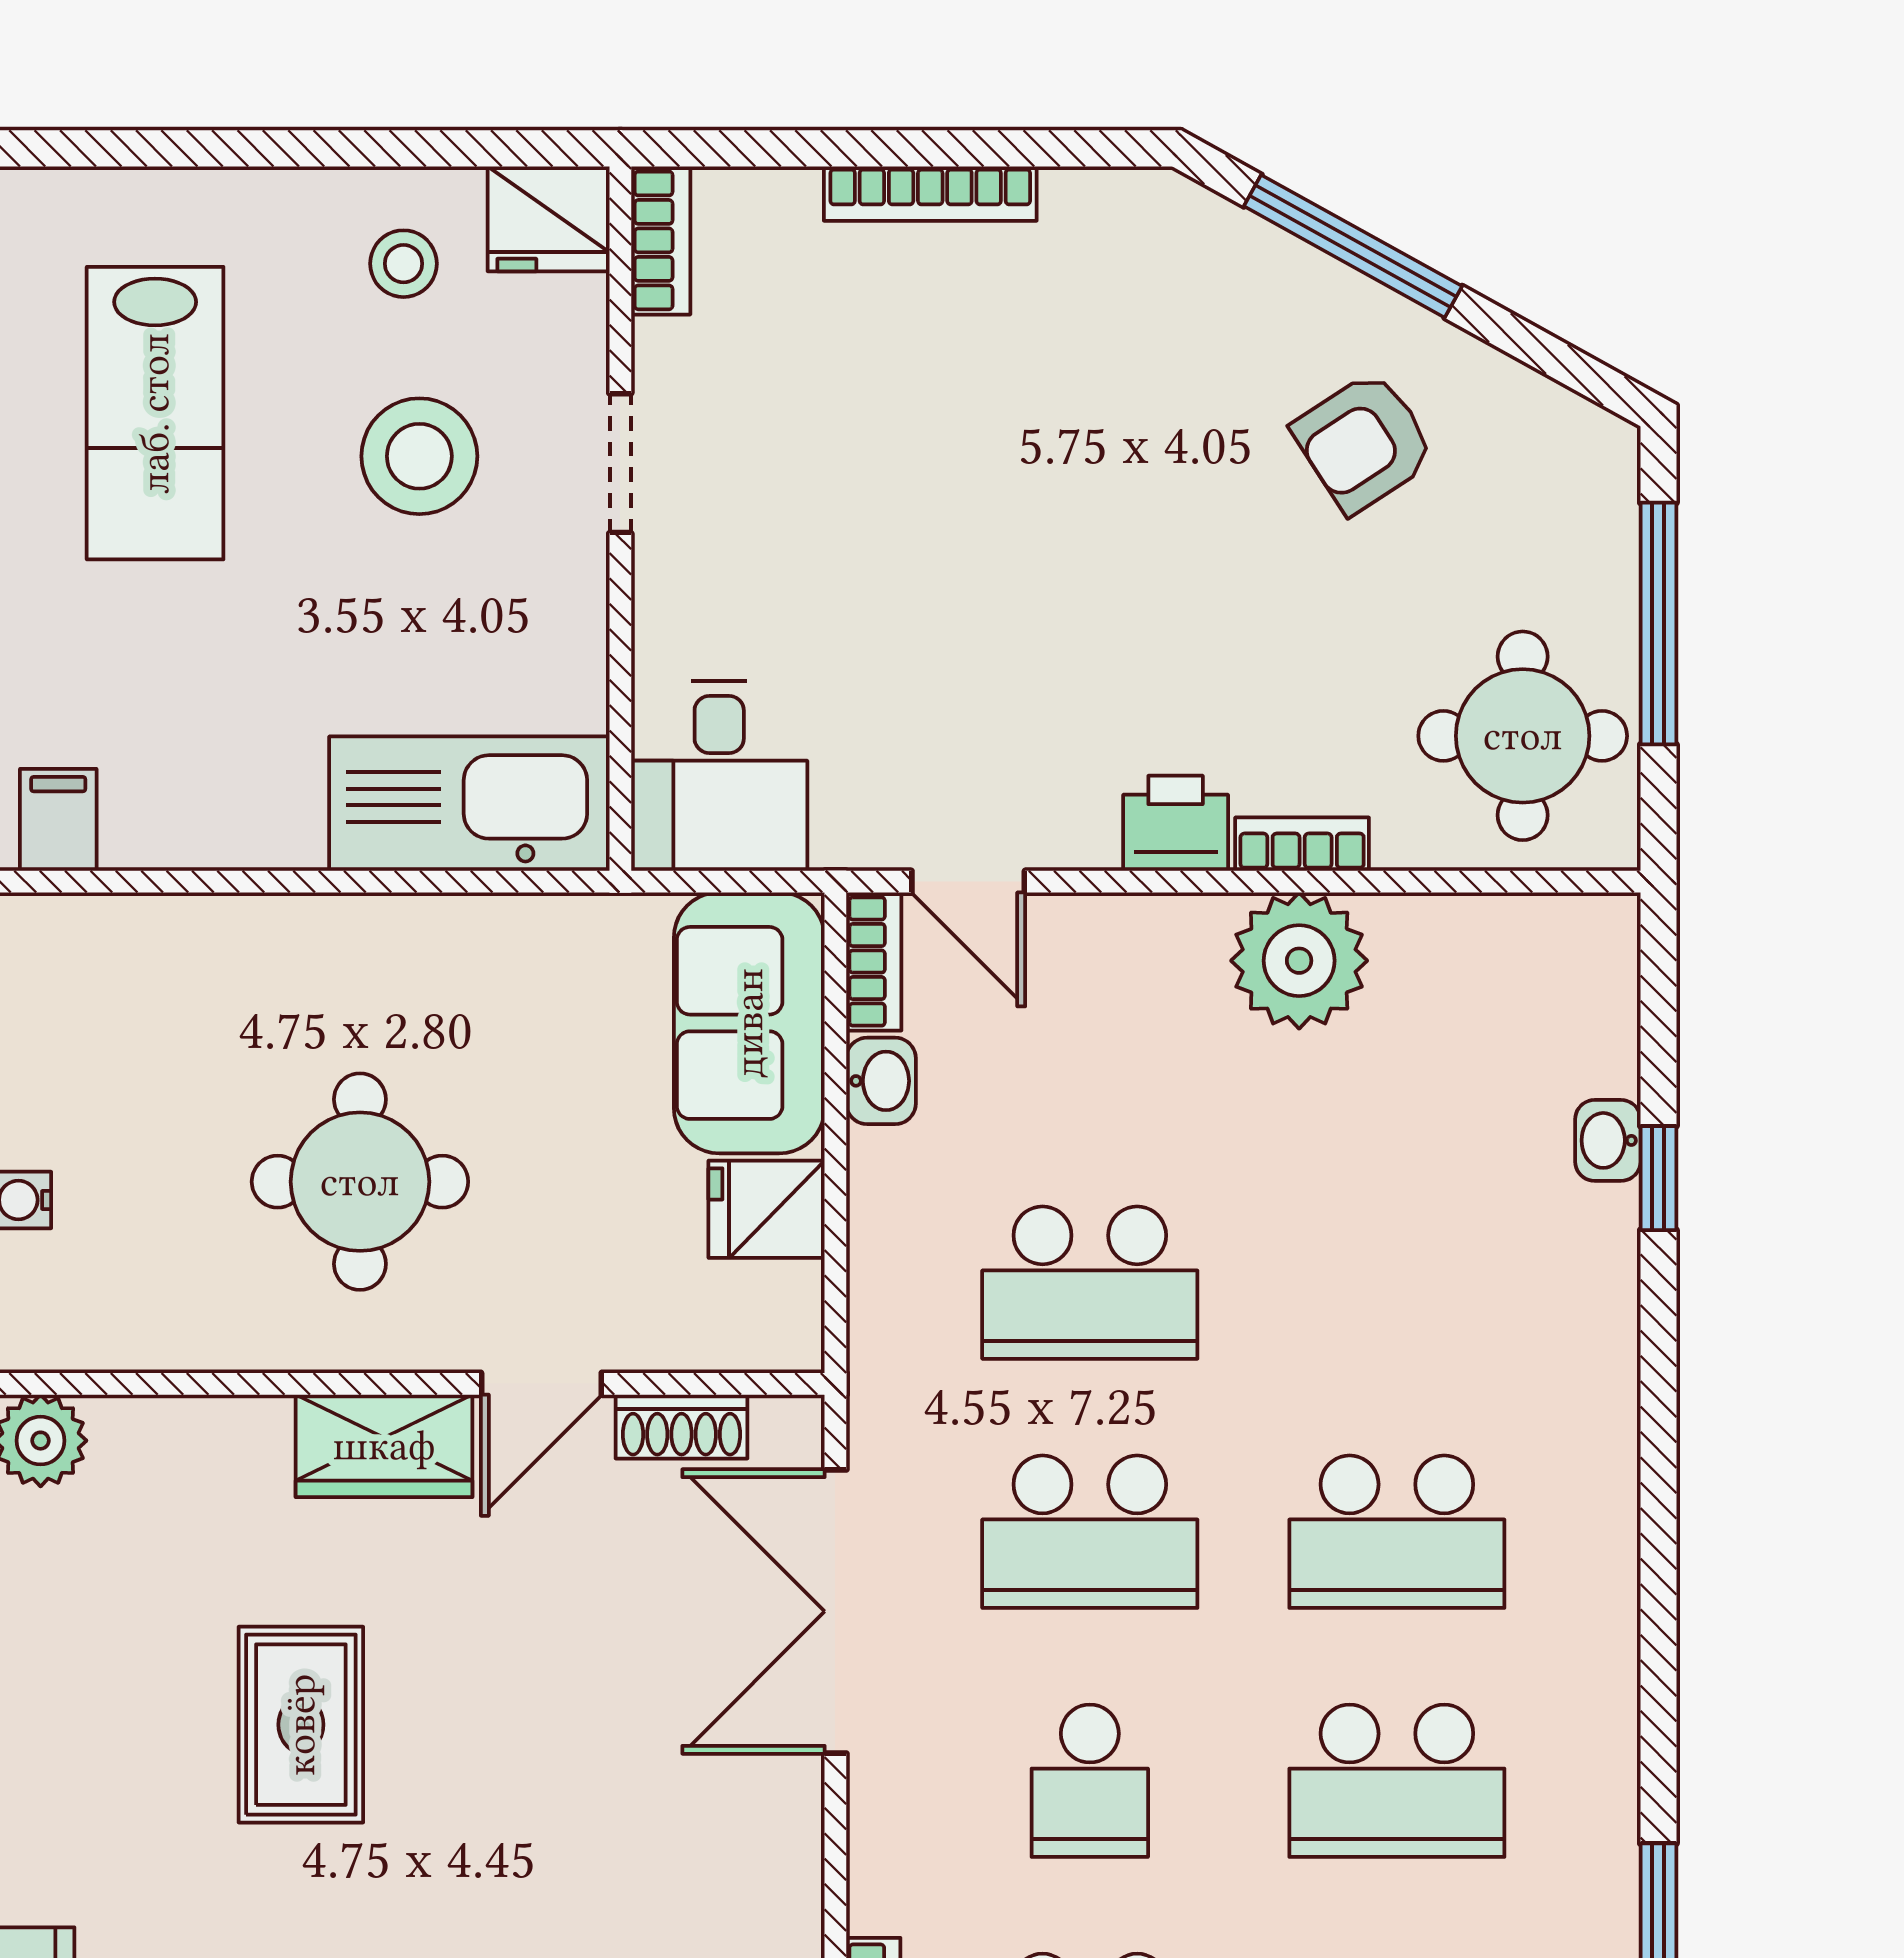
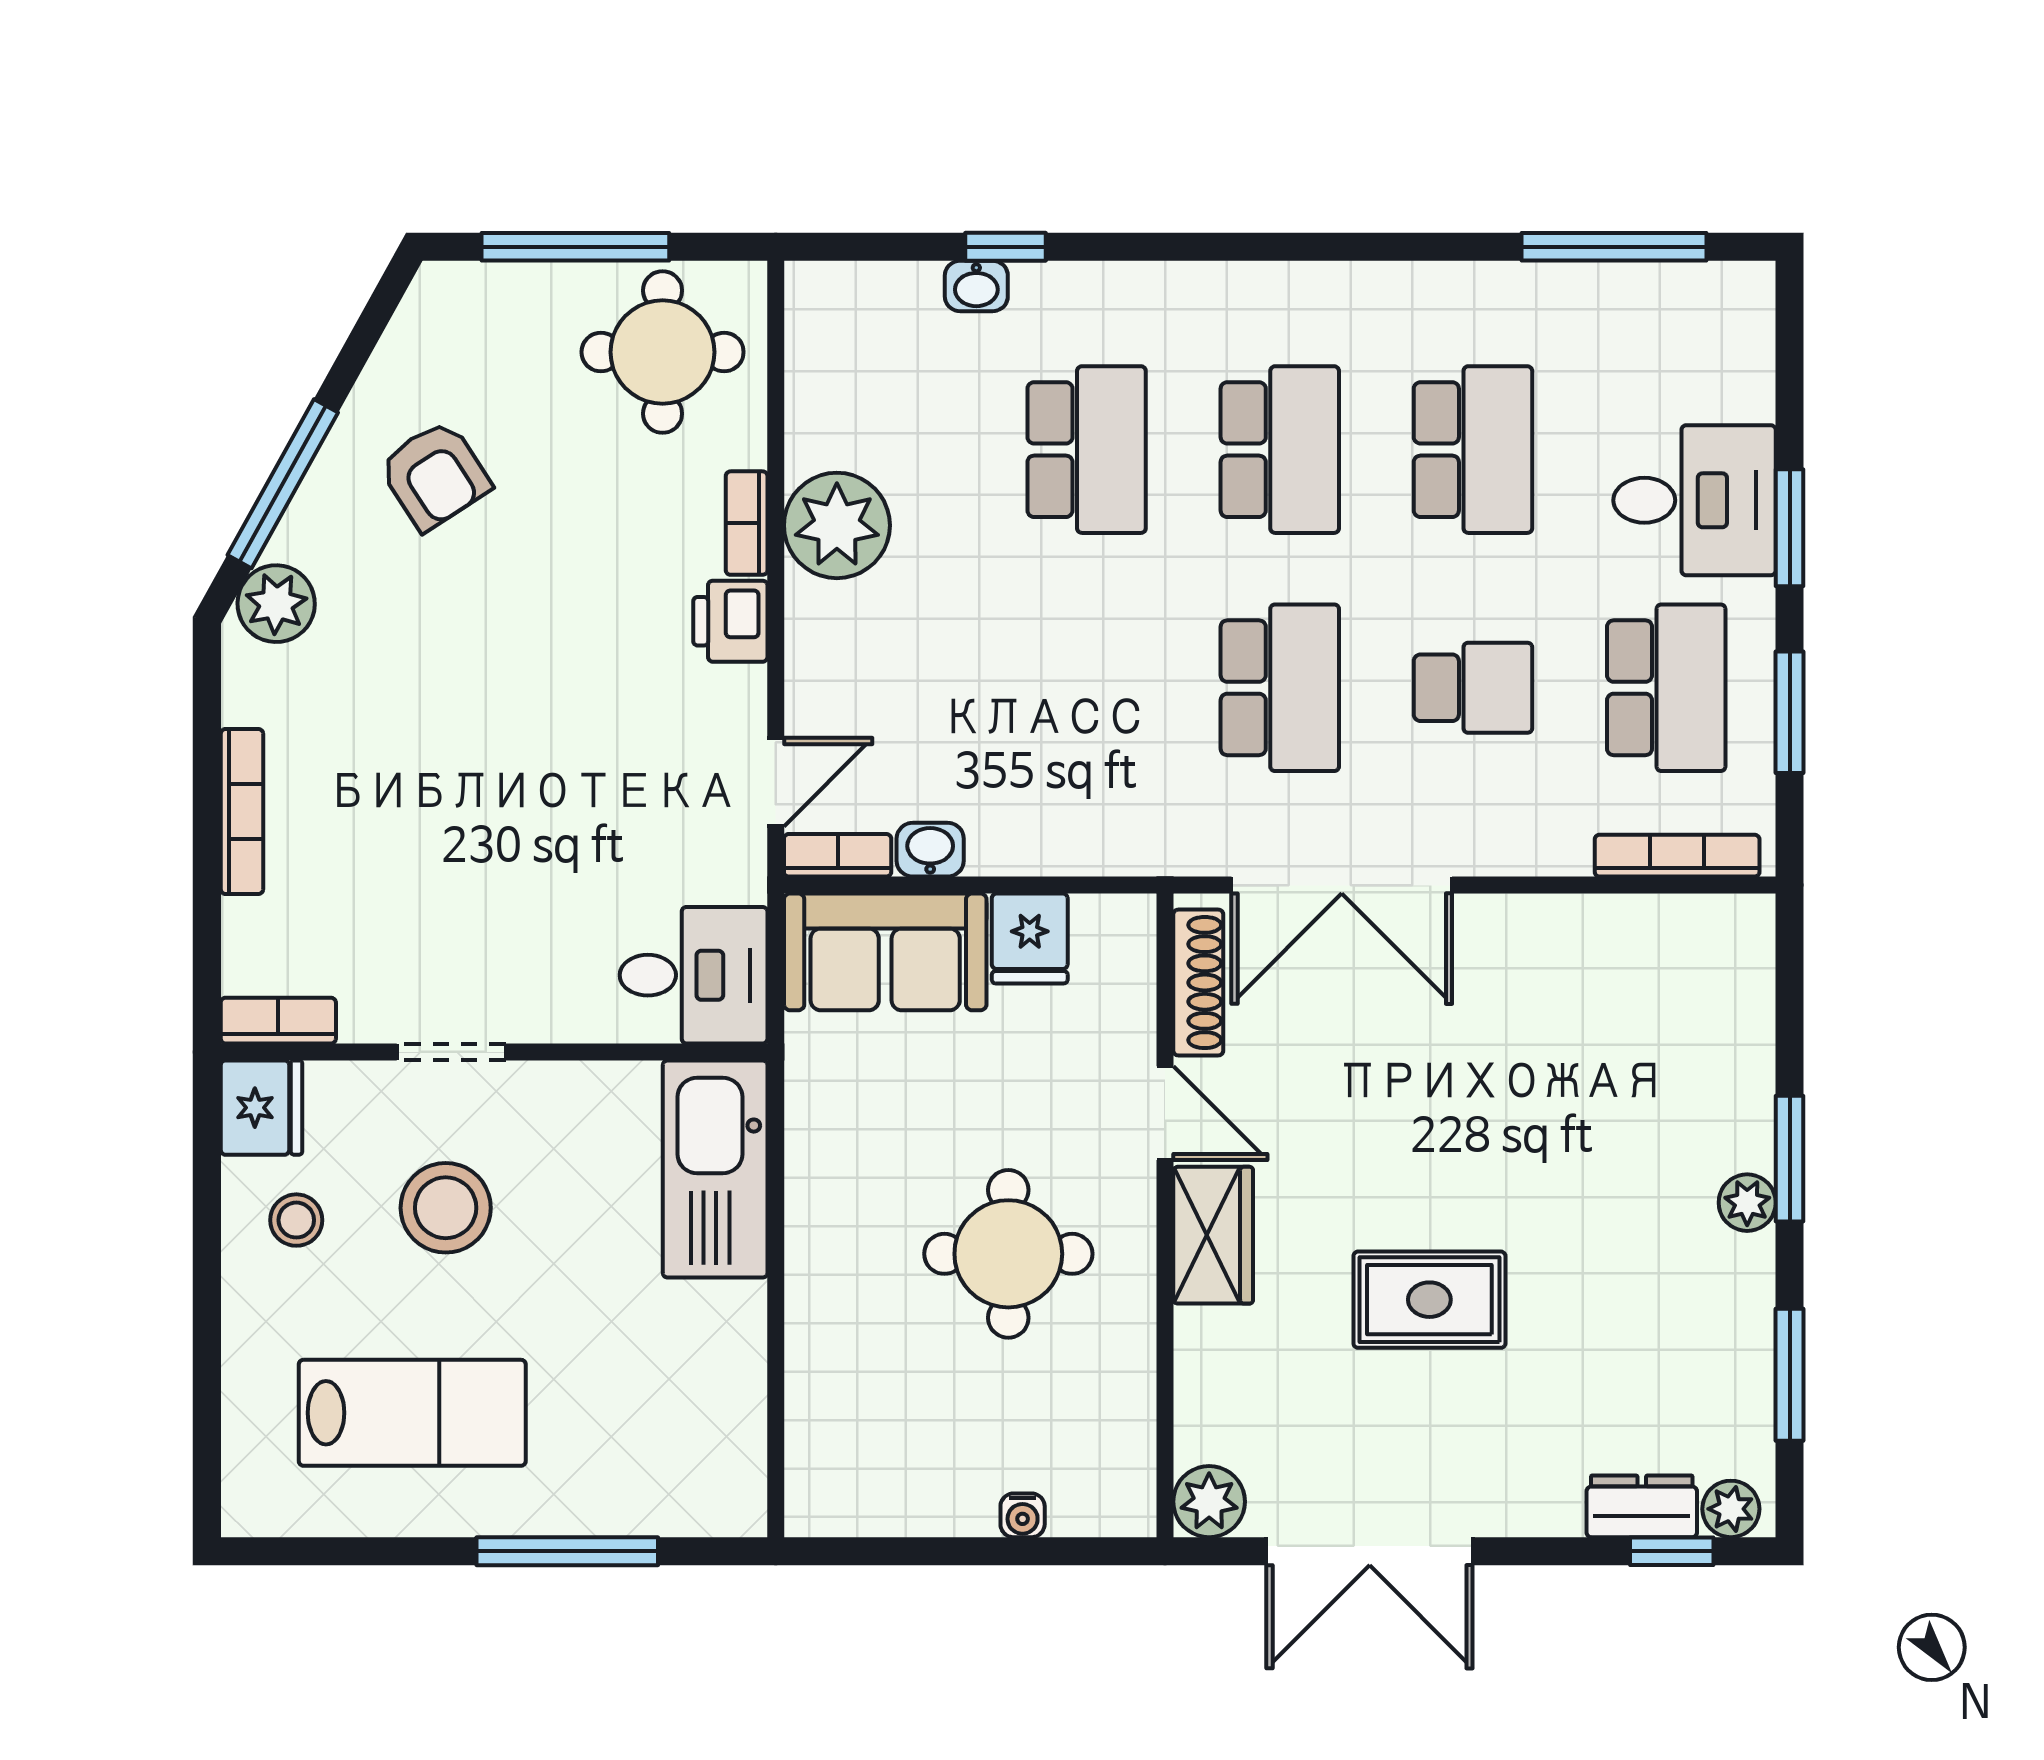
plant: (1198, 238) -> (276, 604), added
filing cabinet: (58, 820) -> (728, 1488), removed
school desk: (1090, 1283) -> (1087, 450), moved
shoe rack: (682, 1427) -> (1198, 983), width x1.43

